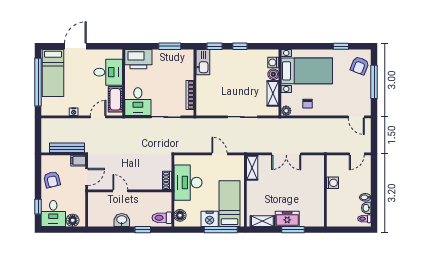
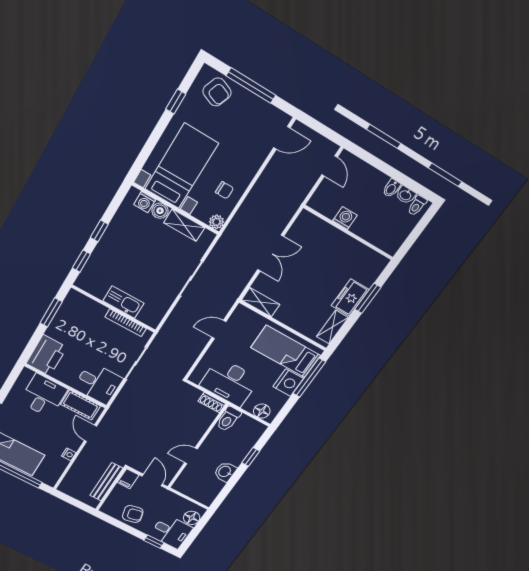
kitchen sink: (203, 62) -> (123, 302), moved
toilet: (162, 218) -> (228, 419), moved

